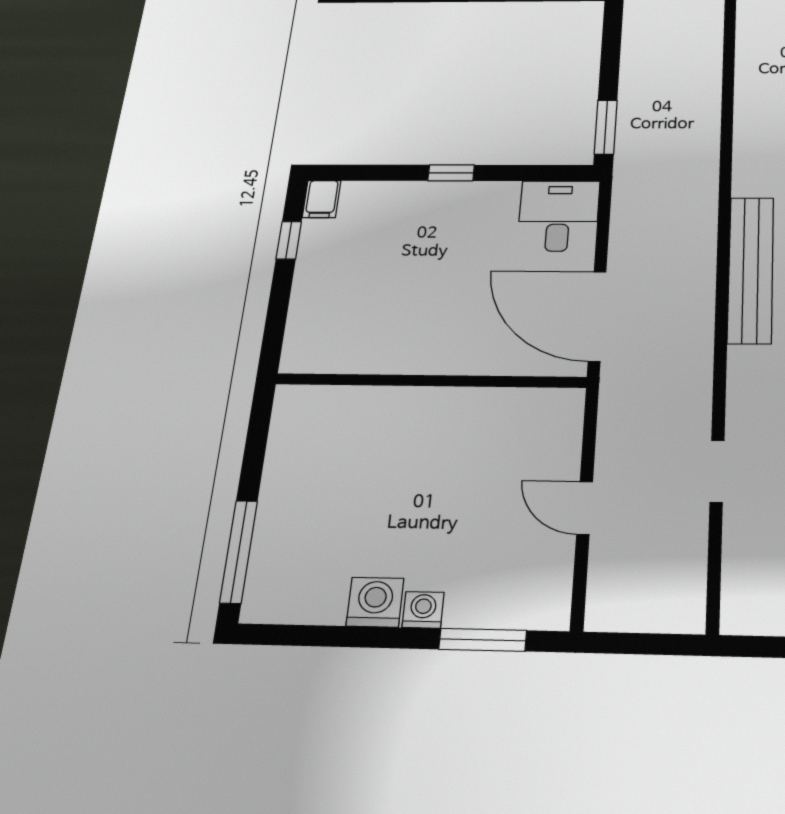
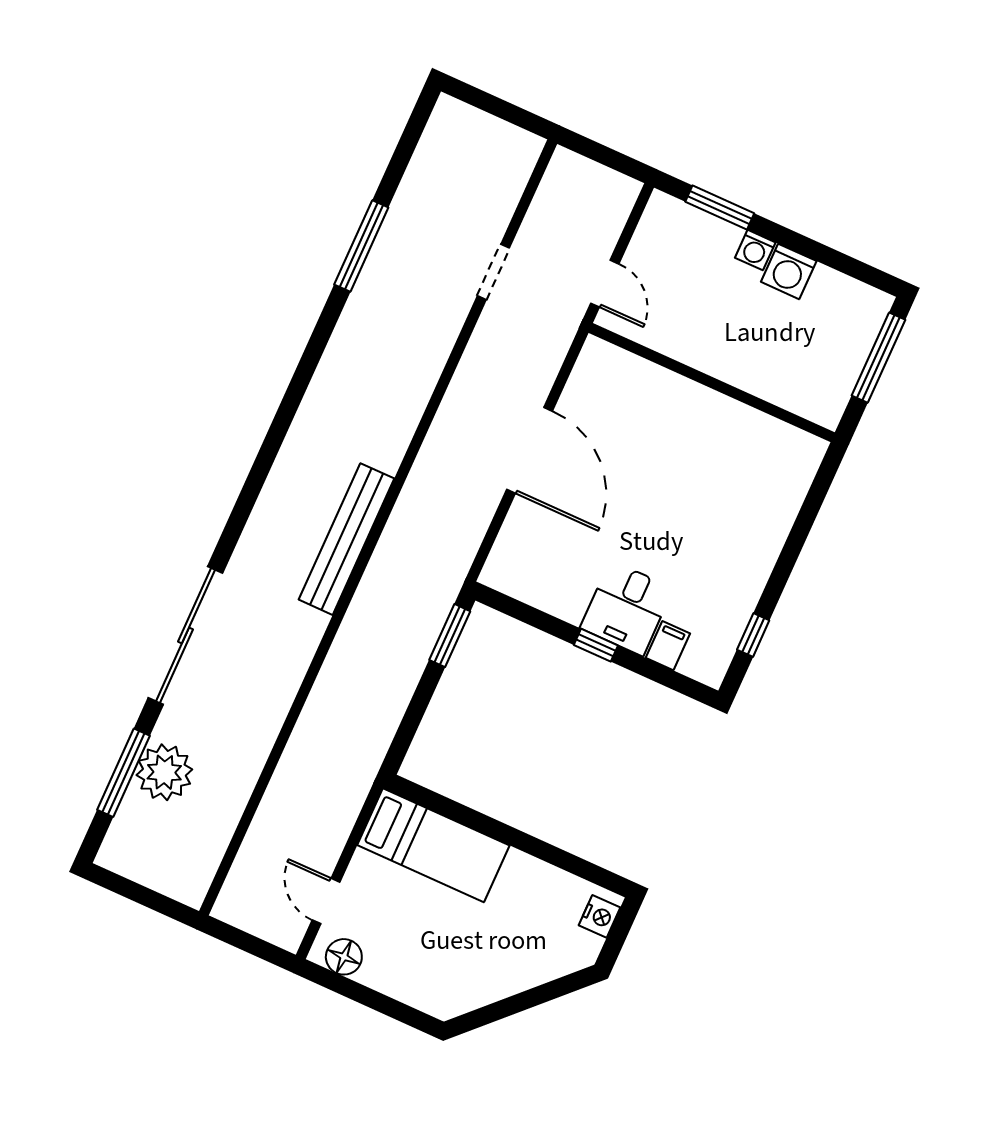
filing cabinet: (322, 199) -> (668, 646), moved
desk: (558, 216) -> (627, 608), moved
bench: (751, 269) -> (347, 539), moved
wall: (430, 381) -> (712, 383), moved

